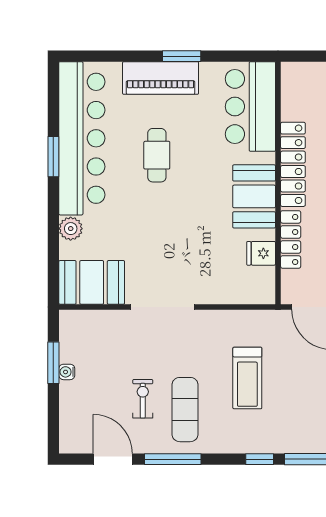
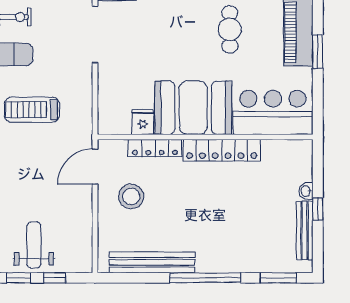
cafe table: (157, 155) -> (230, 29), turned 90
booth: (254, 196) -> (193, 108), width x1.36, depth x1.42

